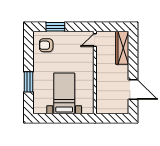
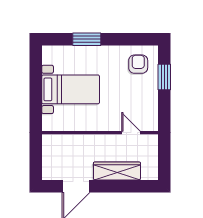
door: (95, 40) -> (131, 133), moved
wardrobe: (122, 48) -> (117, 171), moved

